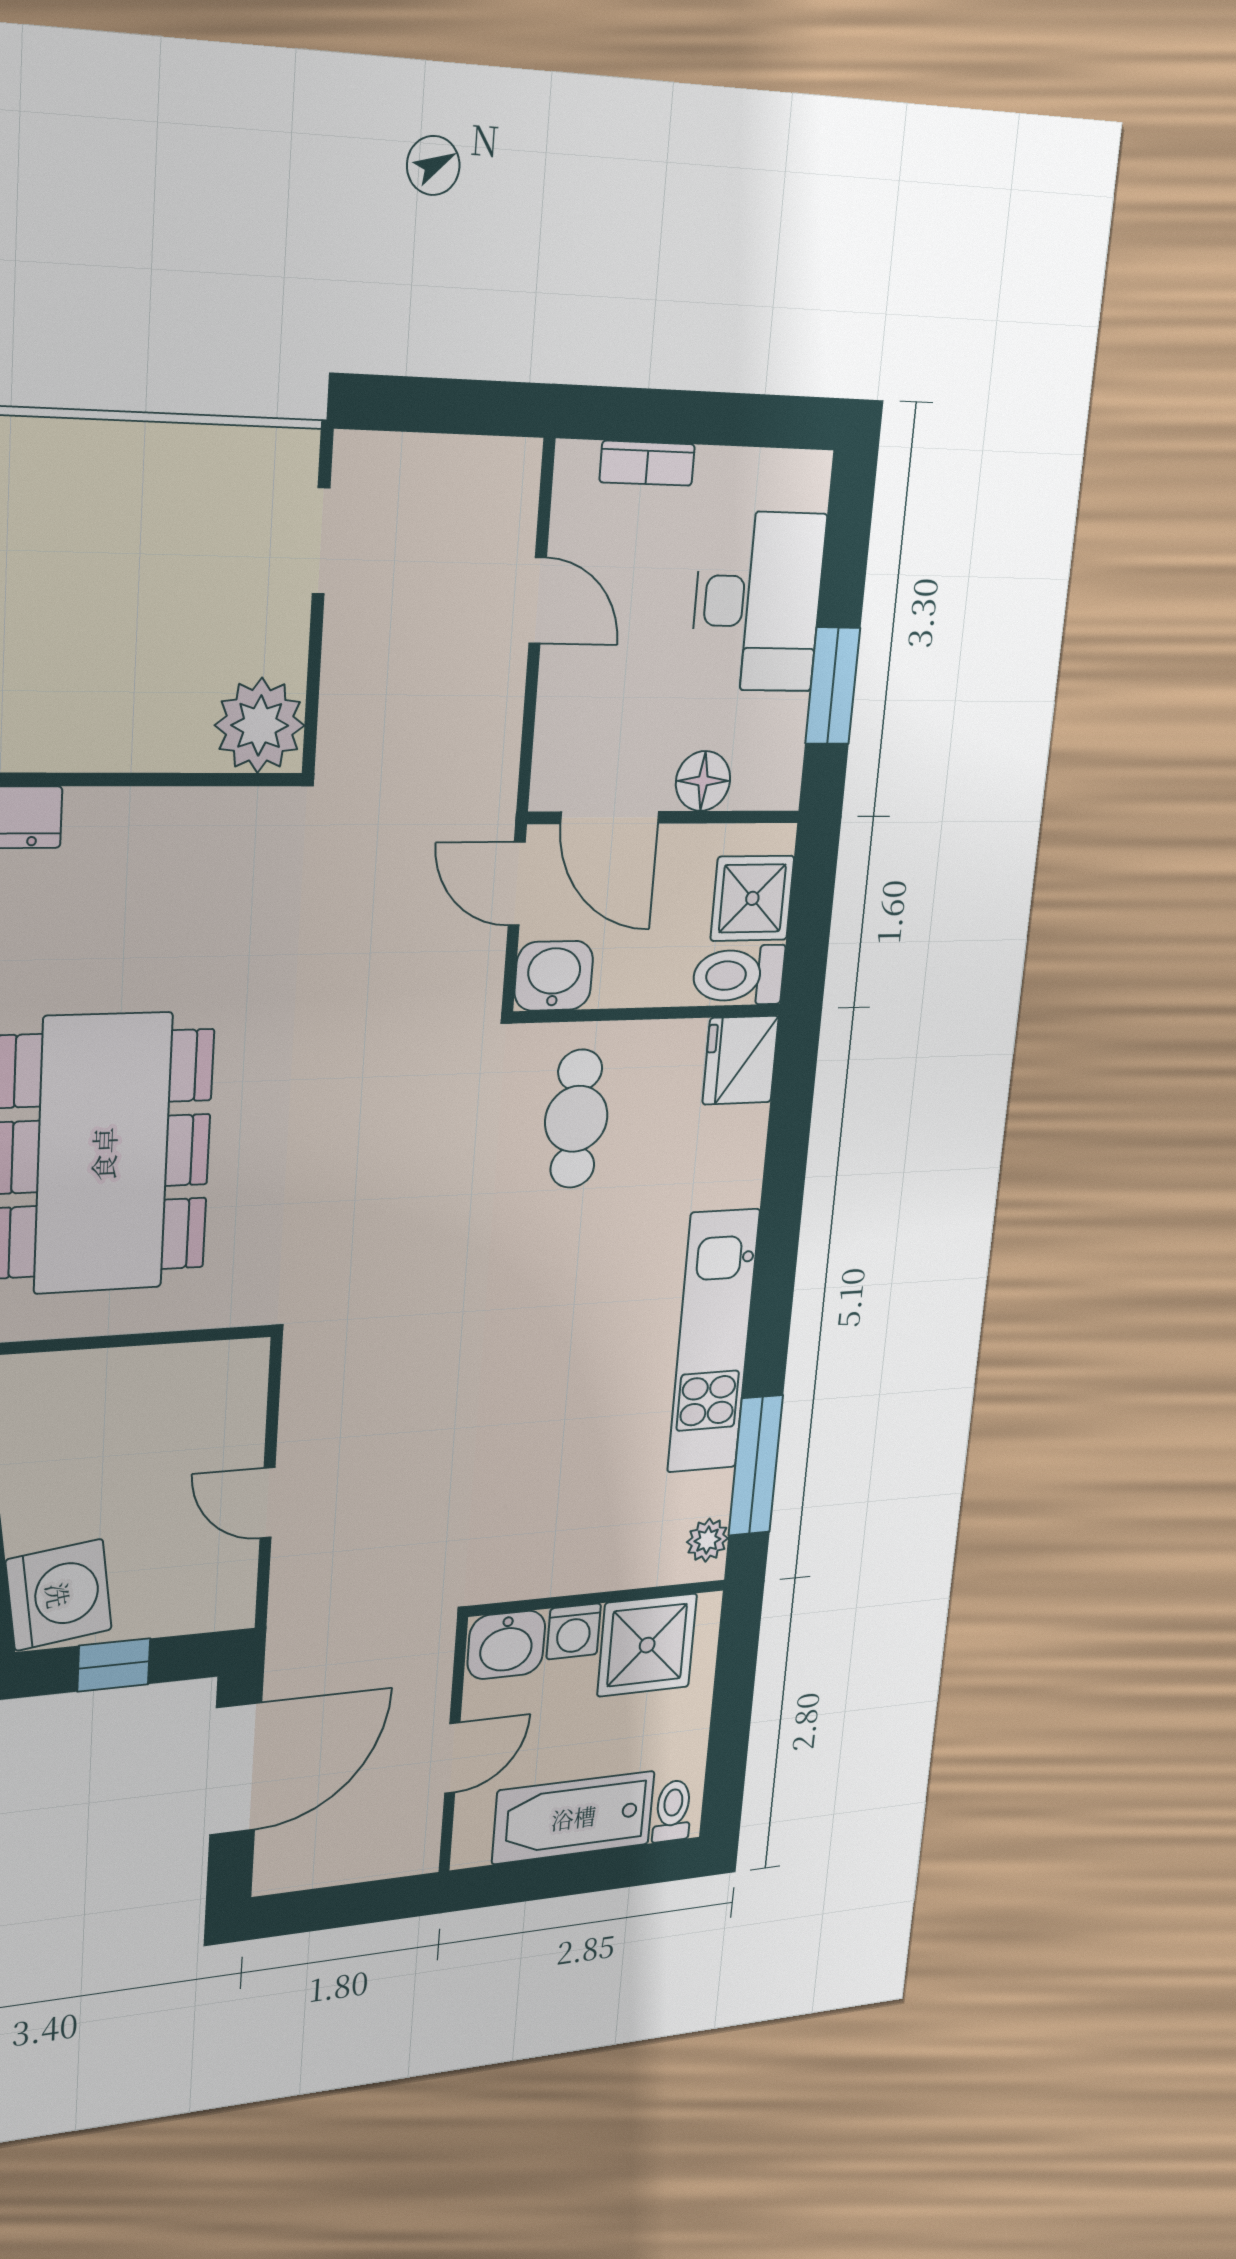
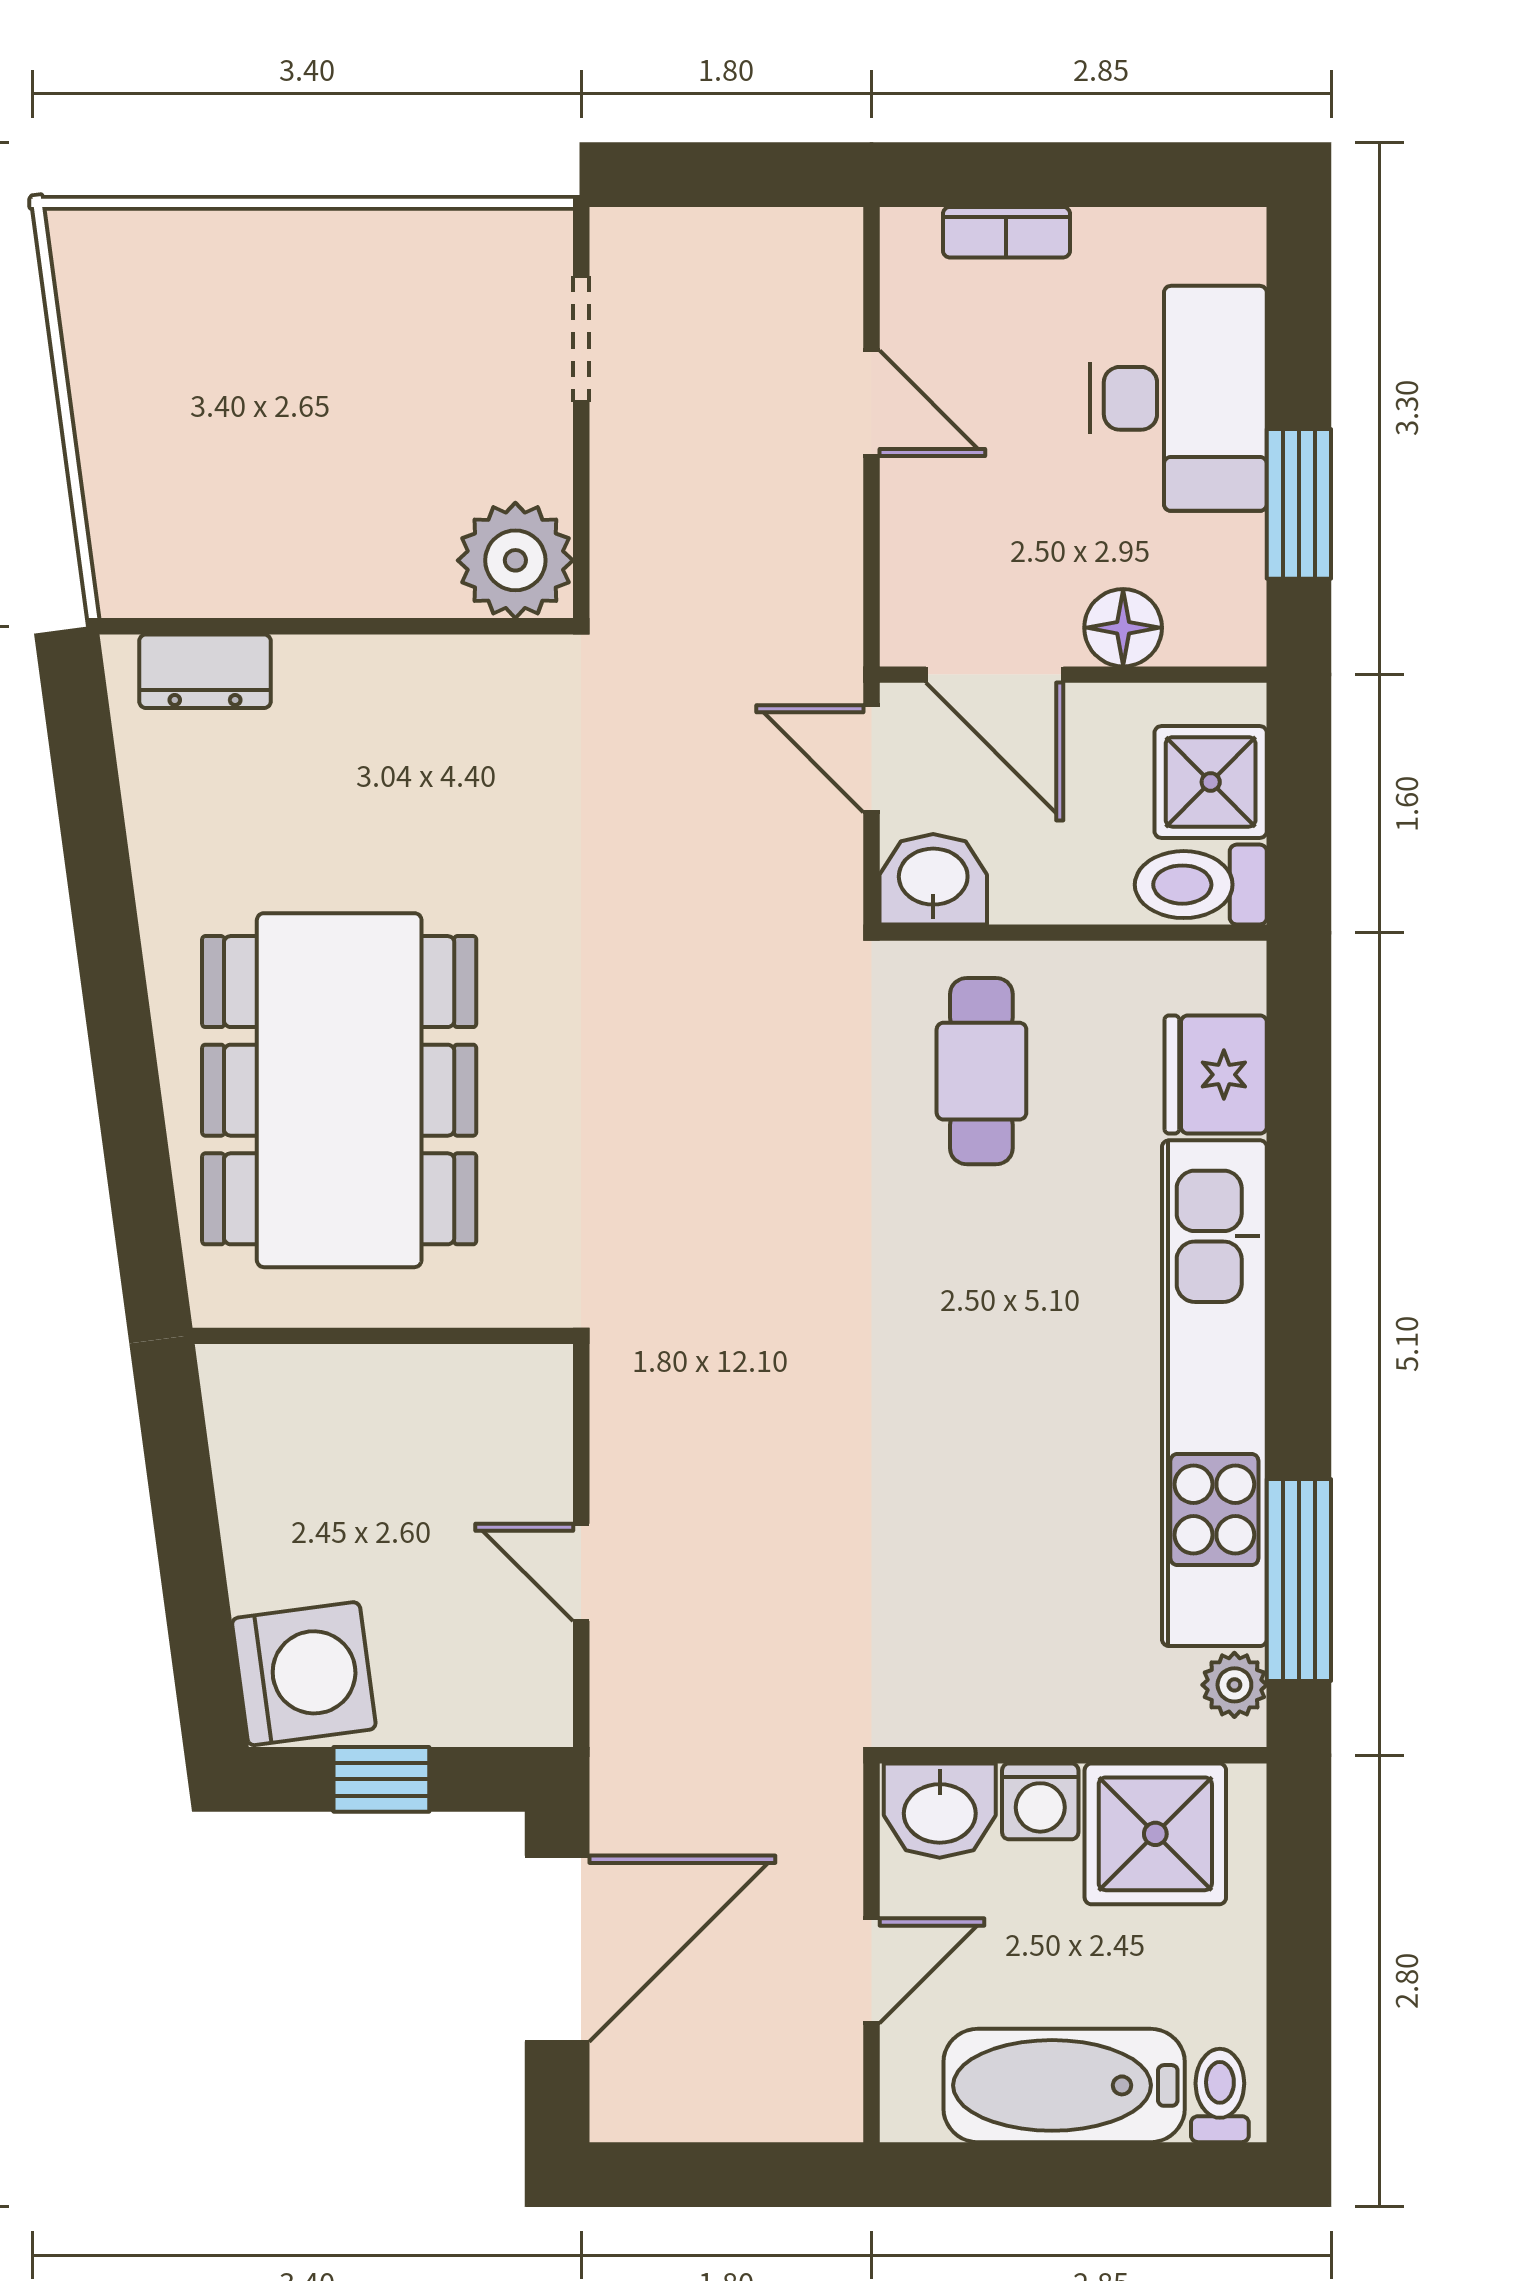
fridge: (741, 1060) -> (1216, 1075), moved
kitchen unit: (713, 1341) -> (1214, 1393), width x1.36

